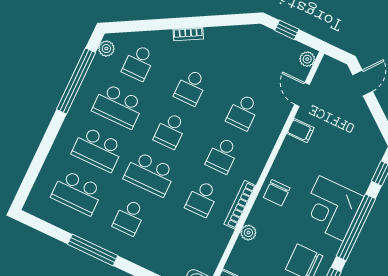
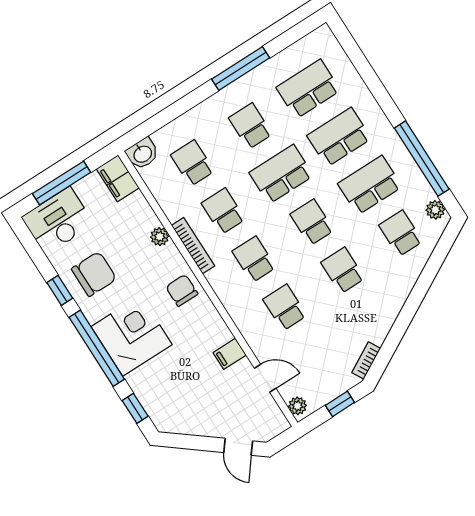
bookcase: (188, 34) -> (366, 360), moved
school desk: (181, 242) -> (192, 163), added

